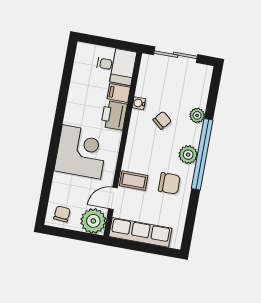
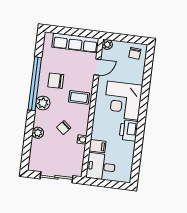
printer: (114, 115) -> (129, 130), moved, turned 180
window: (202, 154) -> (35, 84), moved
coffee table: (134, 181) -> (79, 97), moved
plant: (93, 221) -> (107, 44), width x0.53, depth x0.53

